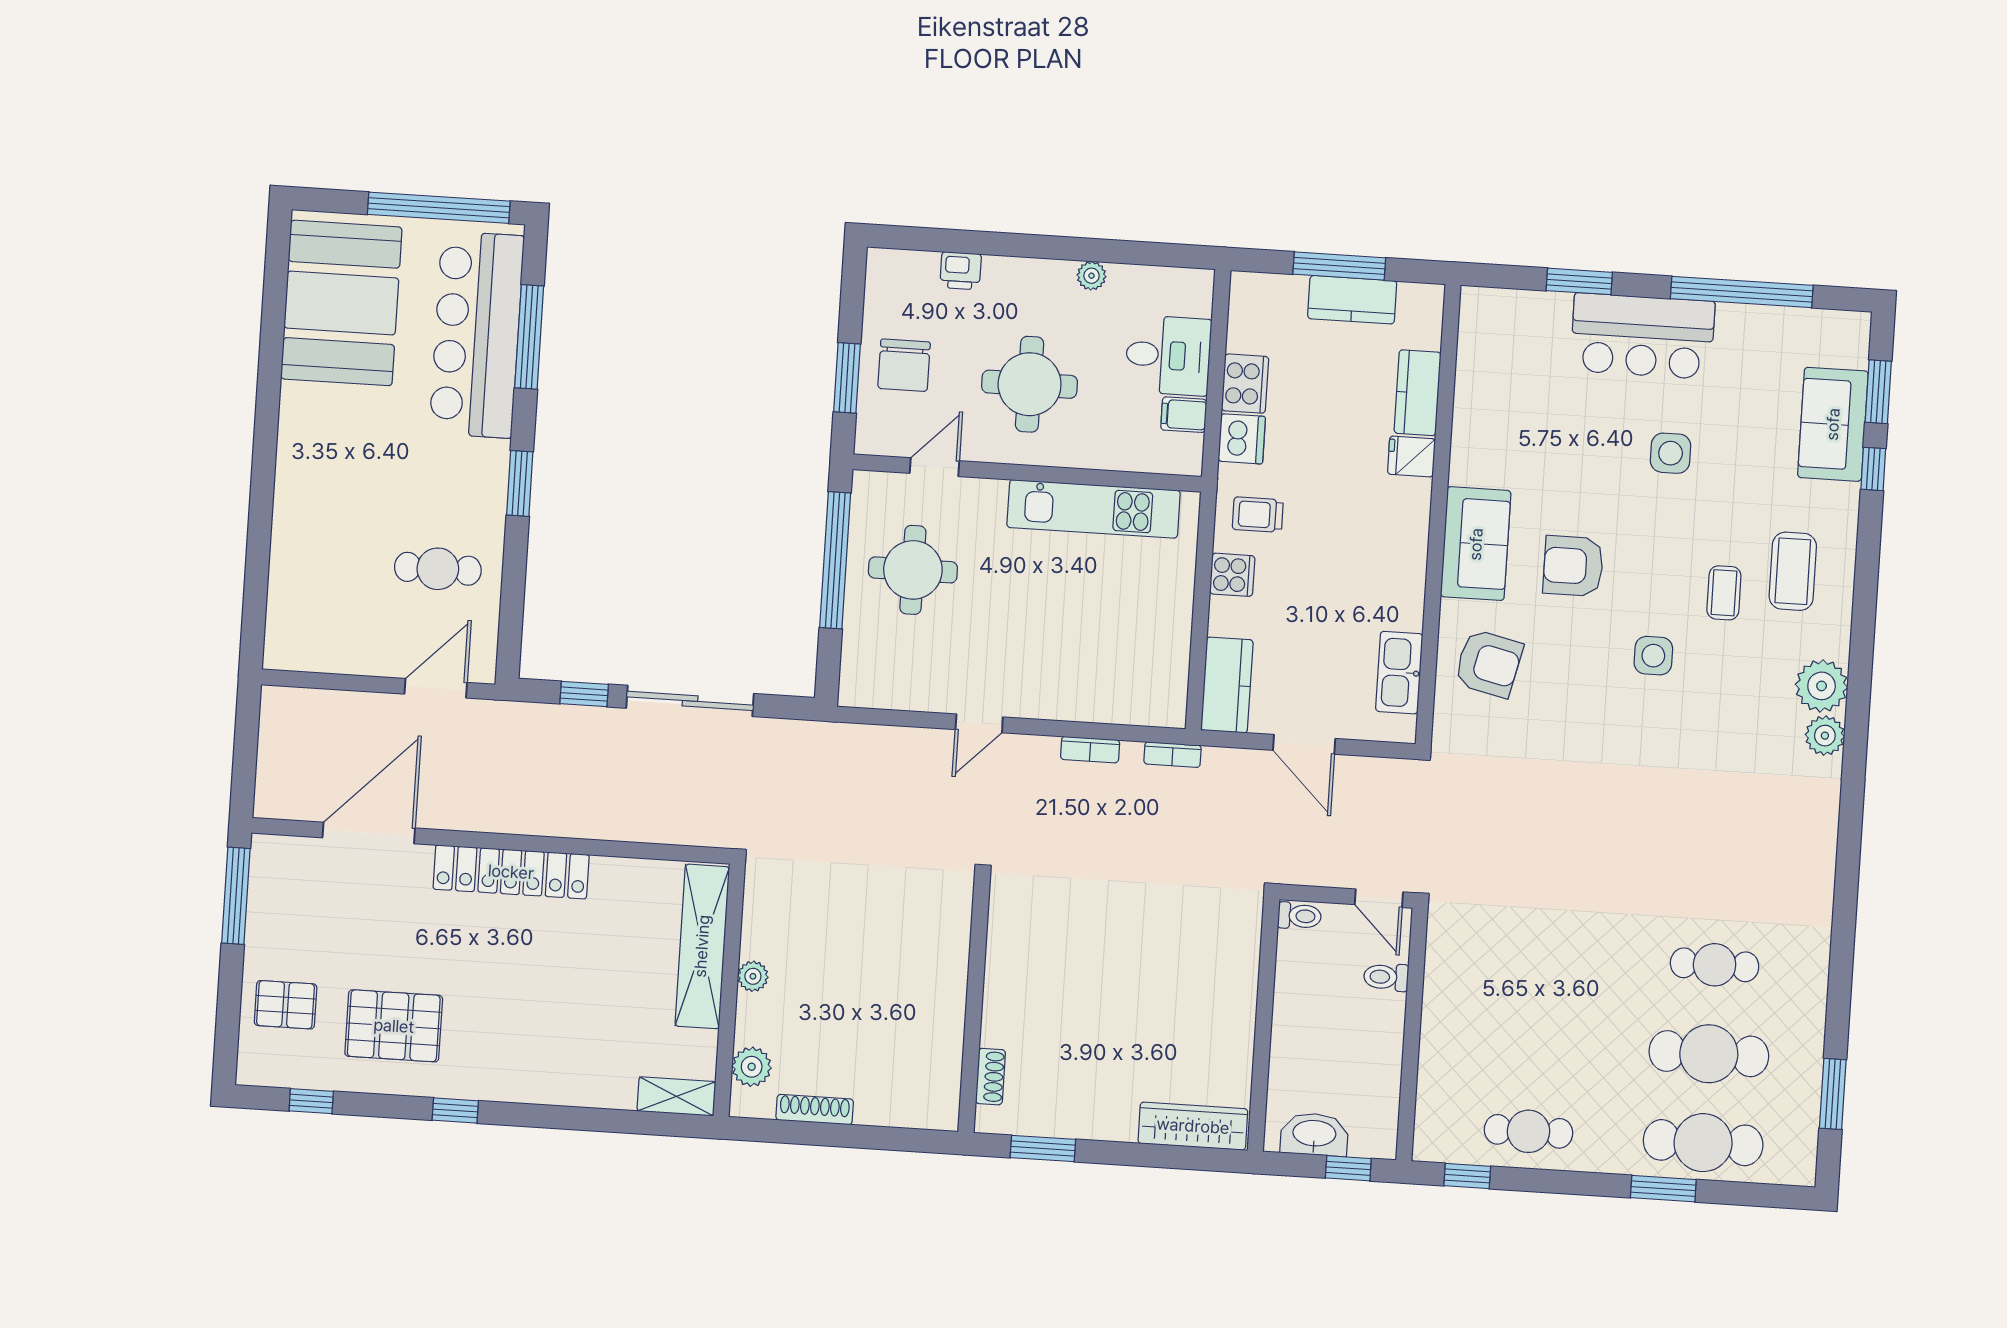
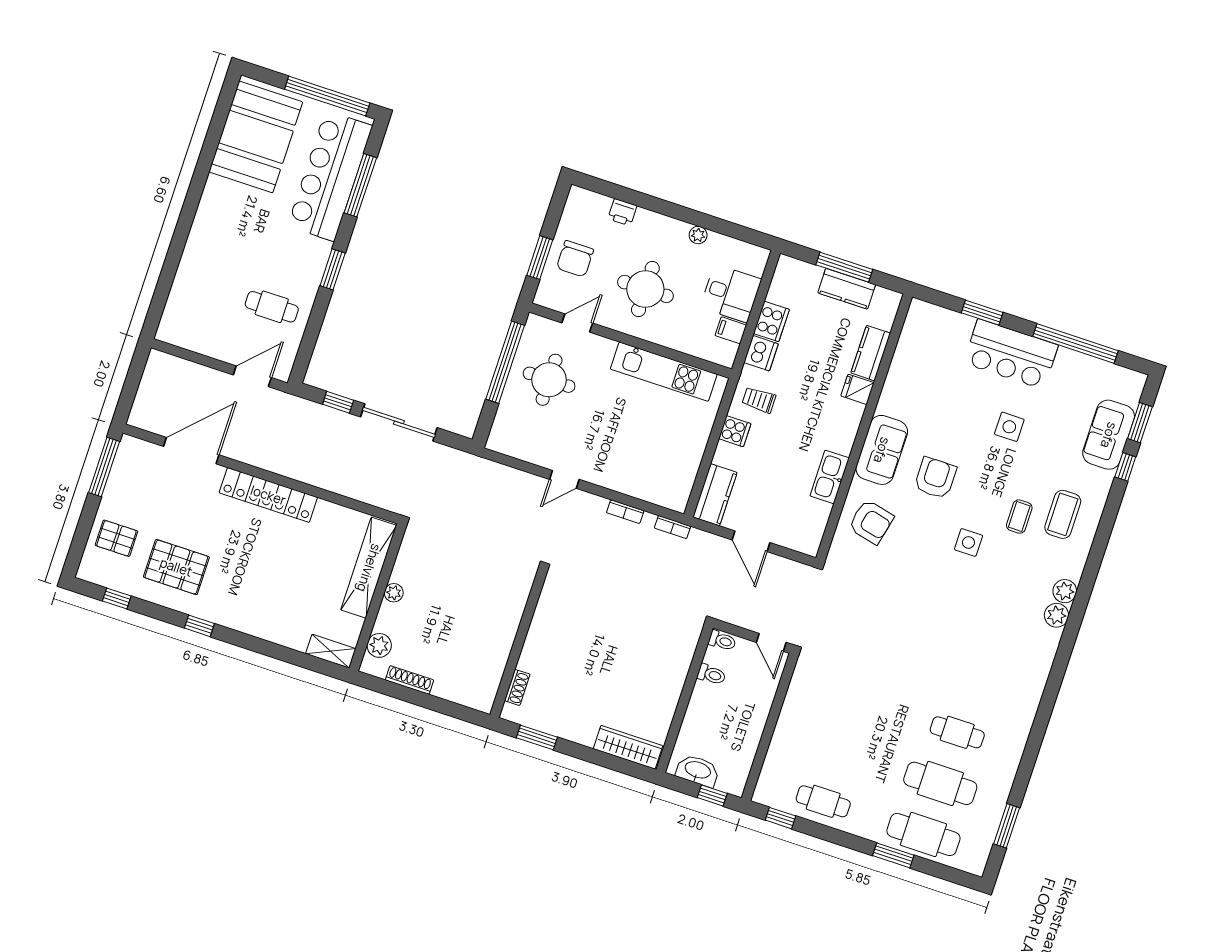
armchair: (1573, 566) -> (935, 478), turned 90
kitchen sink: (1399, 673) -> (830, 477), moved
plant: (1822, 686) -> (1065, 591), width x0.73, depth x0.73
toilet: (1386, 977) -> (711, 674), moved, turned 180

